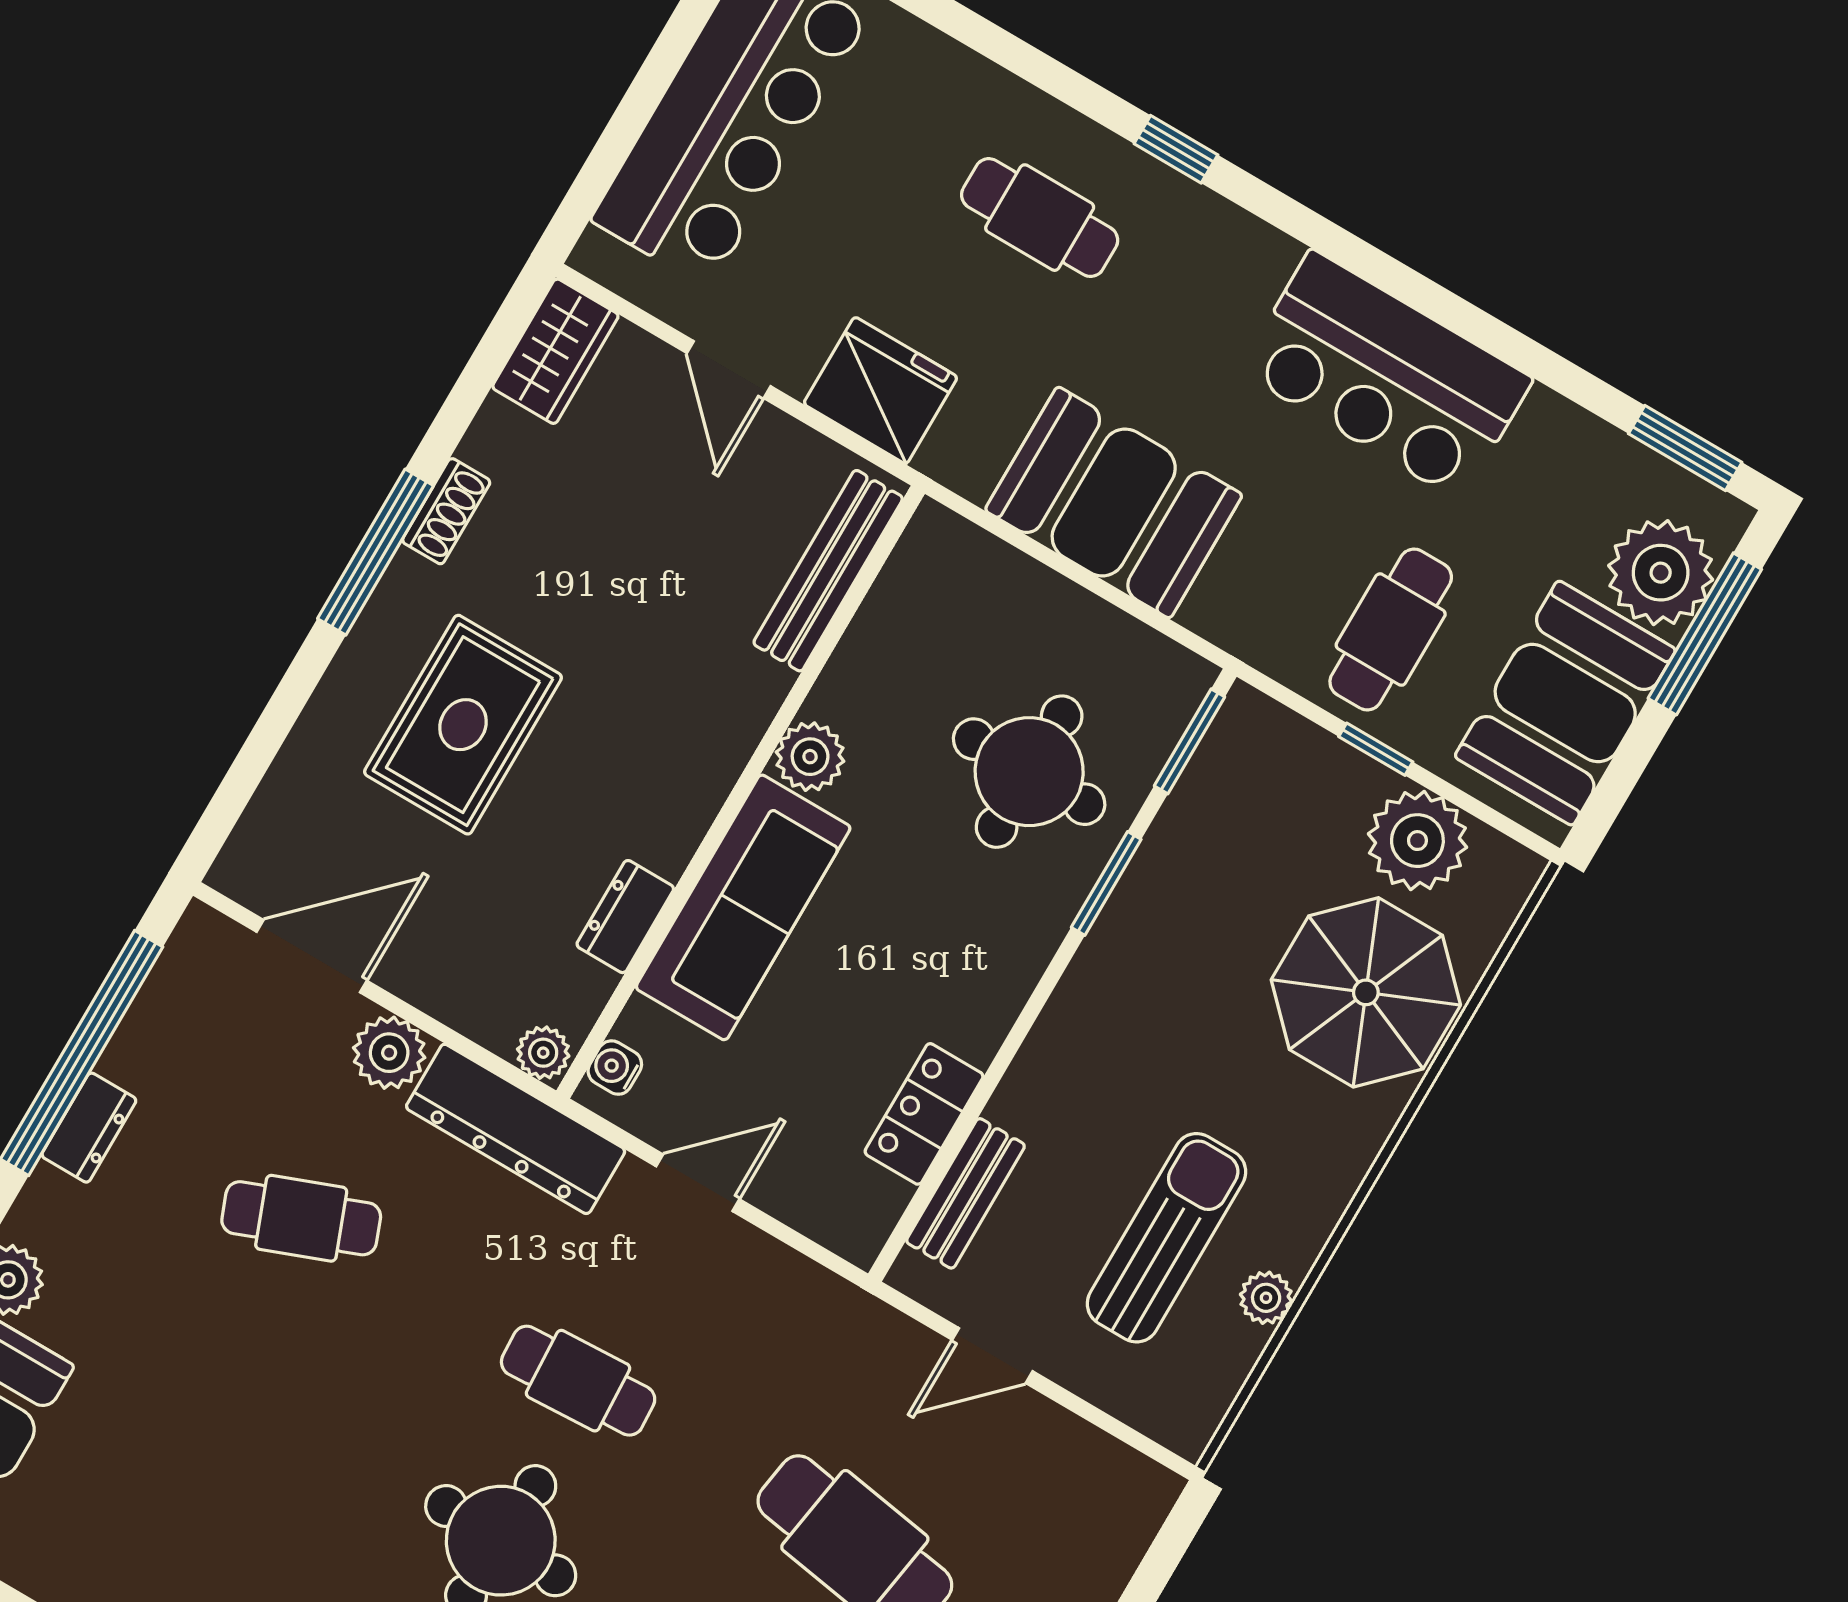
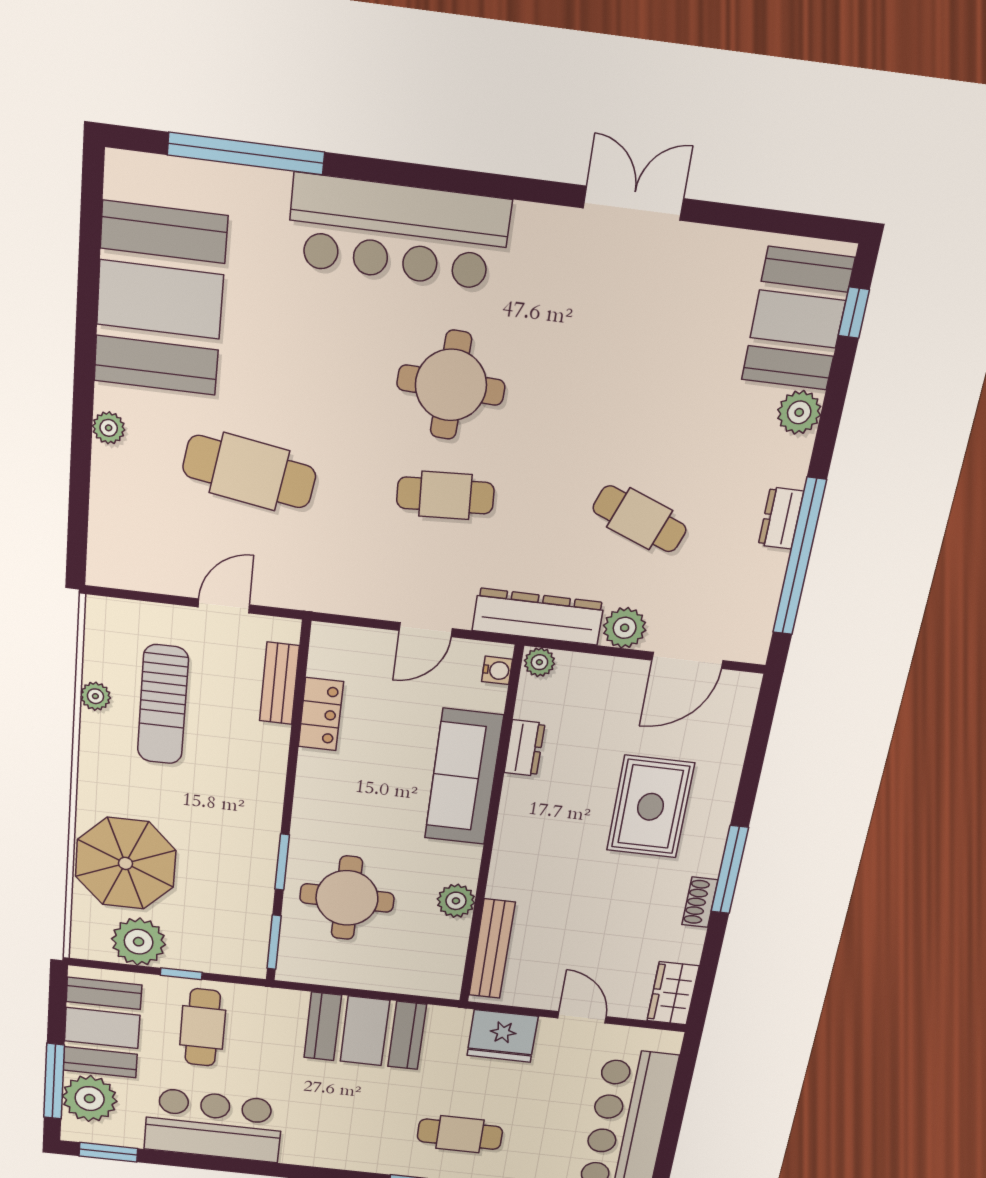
bar counter: (1386, 375) -> (214, 1125), moved
plant: (810, 757) -> (456, 901), moved
cafe table: (301, 1218) -> (640, 519), turned 42

